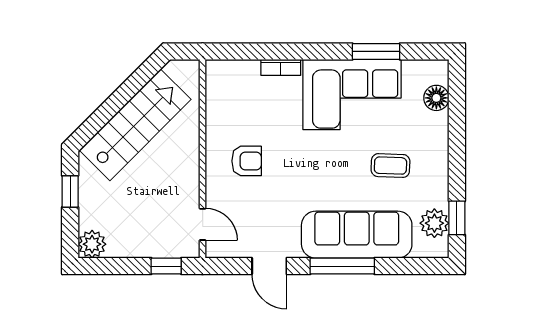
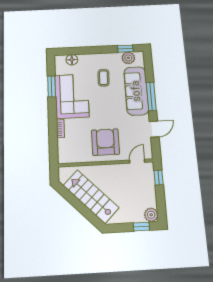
armchair: (247, 161) -> (105, 142), width x1.88, depth x1.88
window: (70, 191) -> (141, 227), moved

